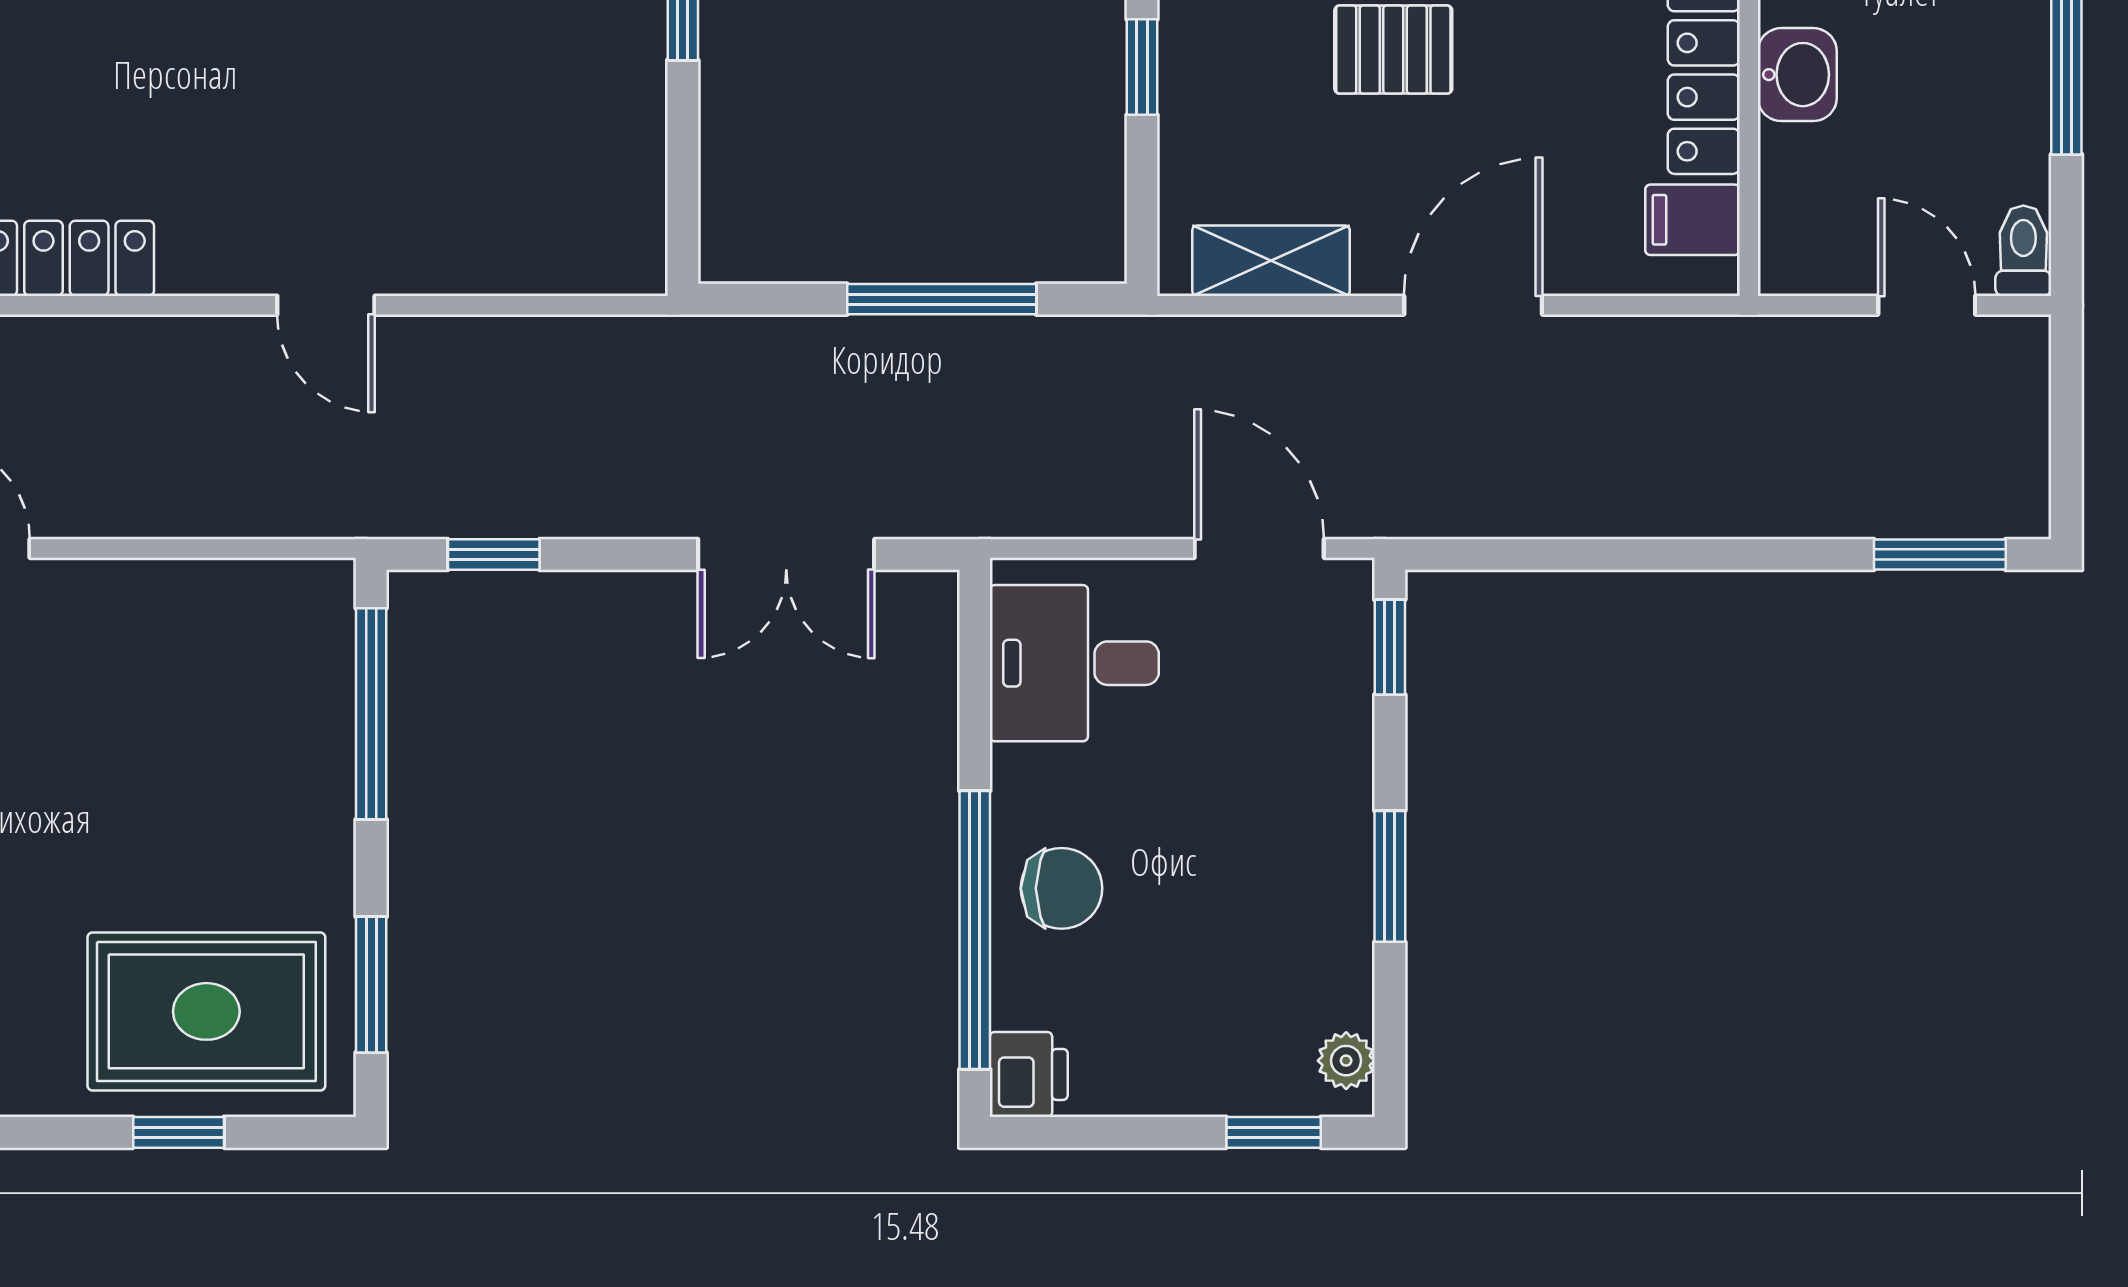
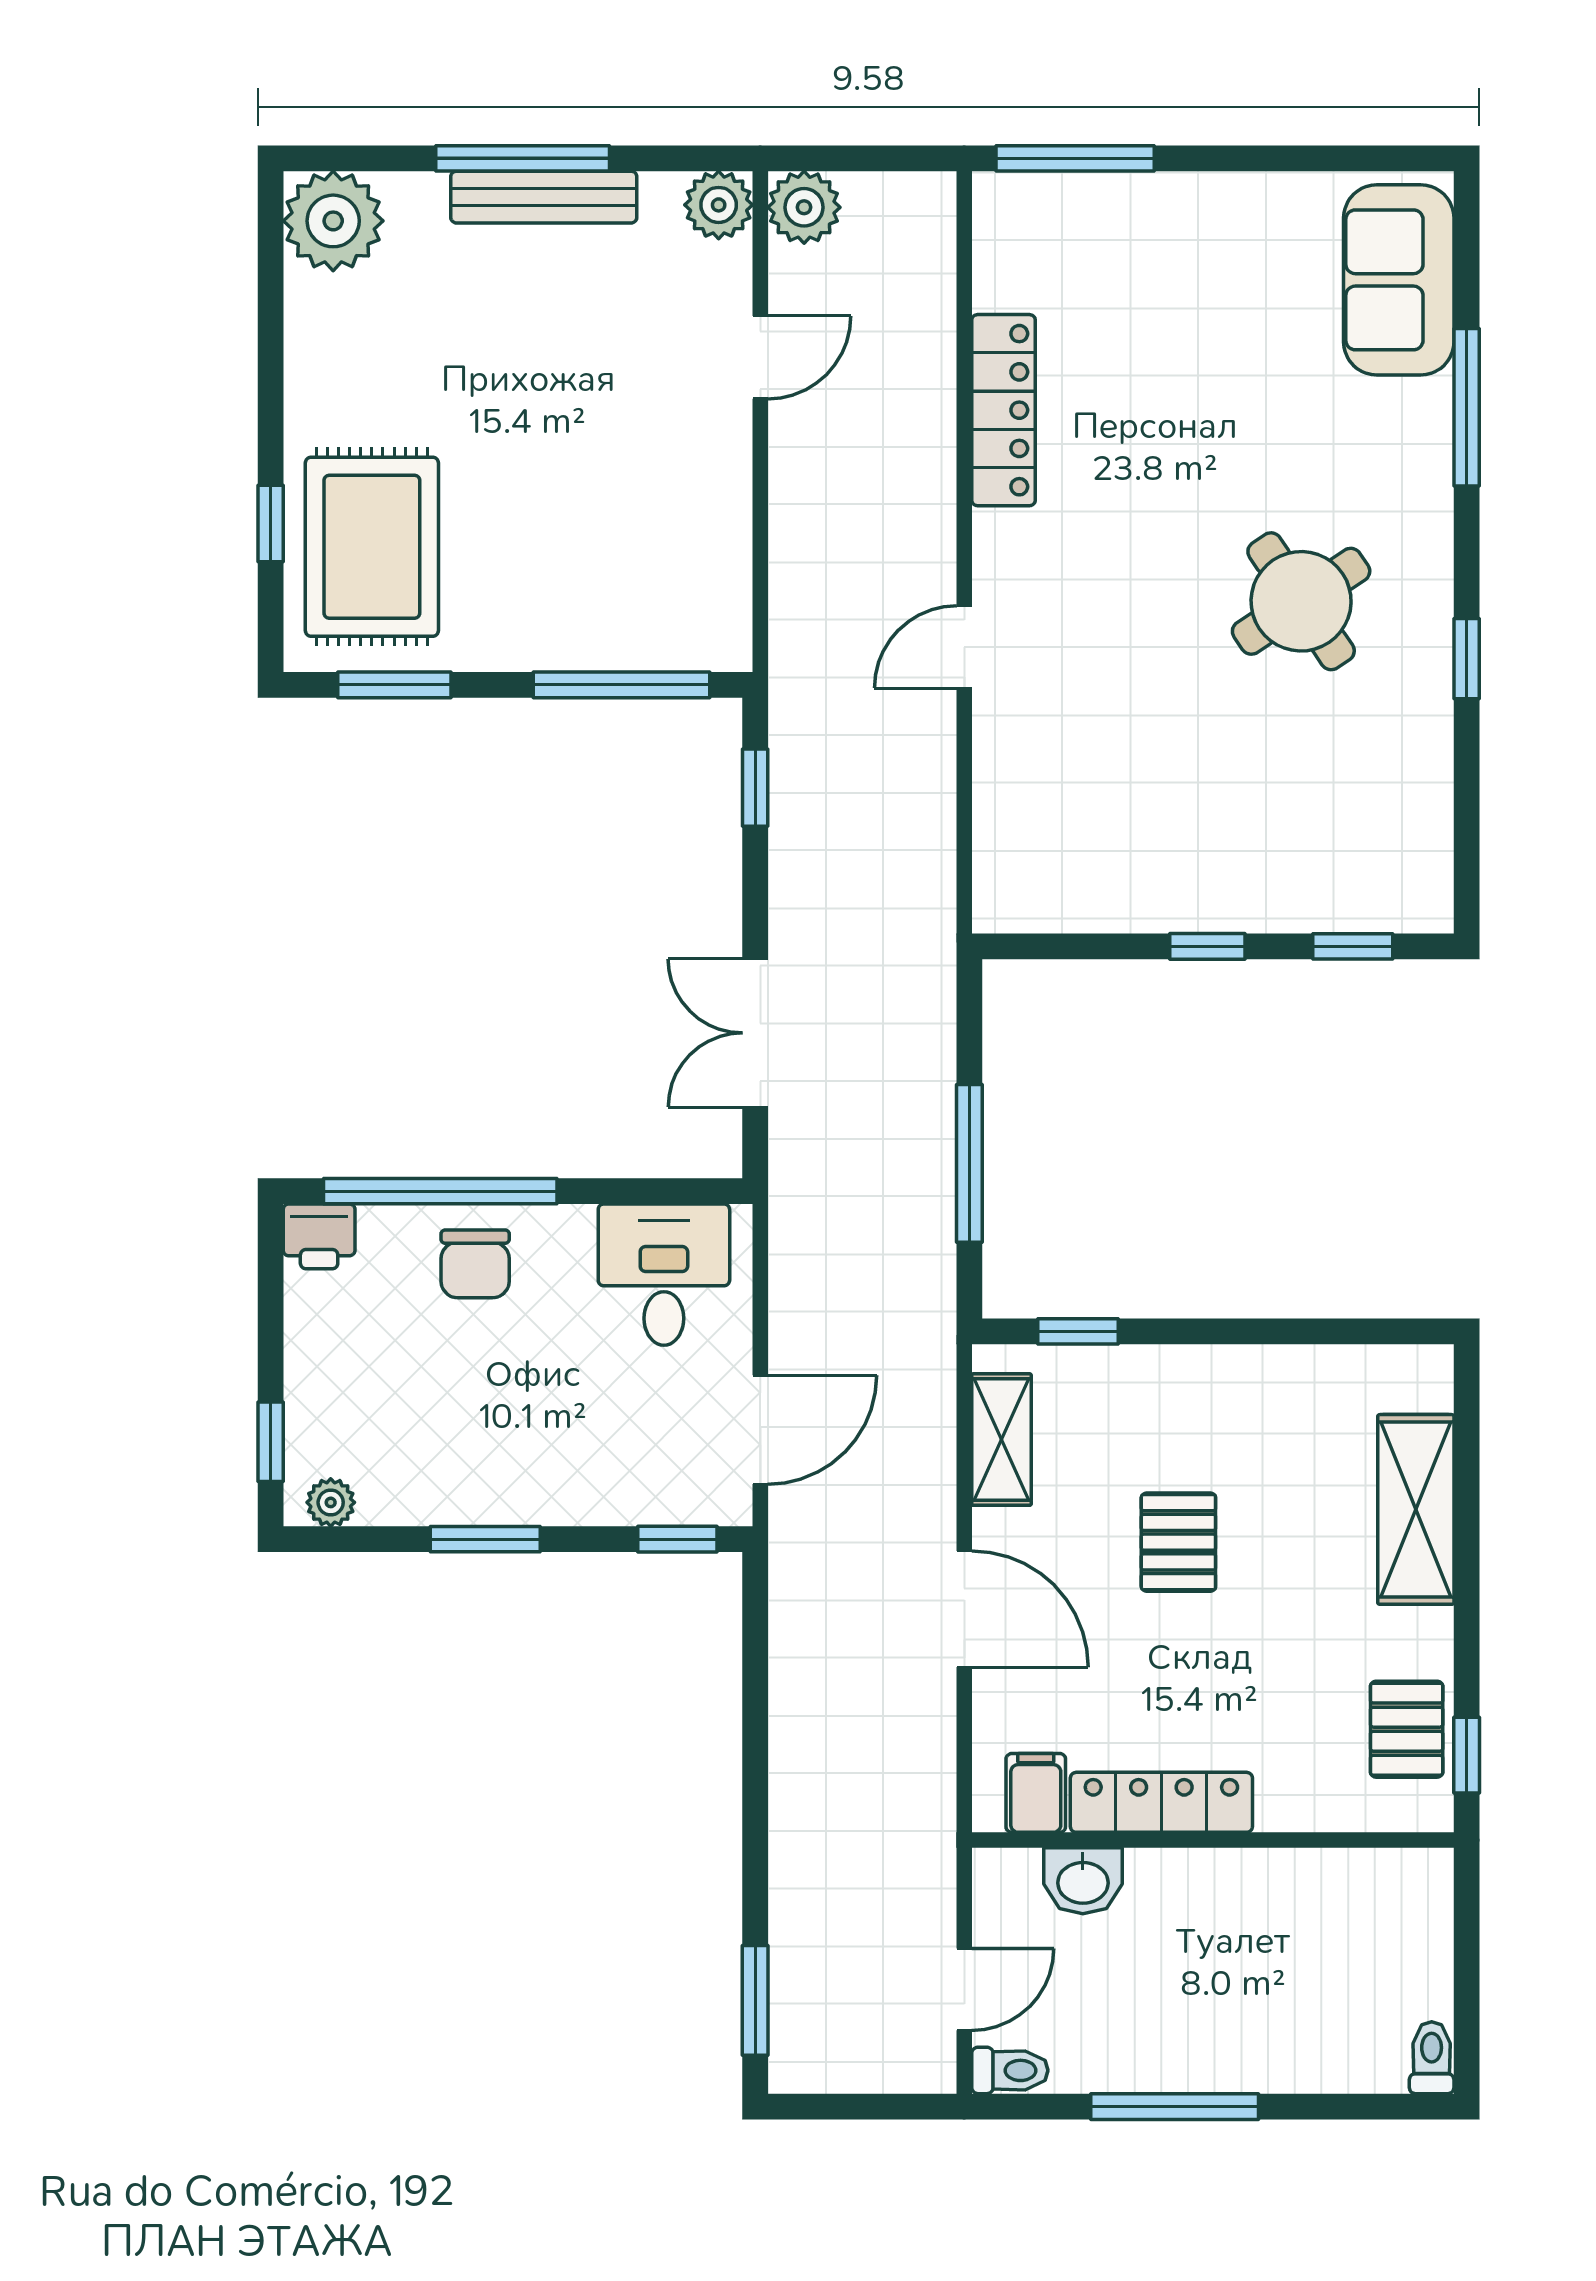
window: (1142, 67) -> (1078, 1331), moved
washbasin: (1797, 75) -> (1083, 1881), moved

